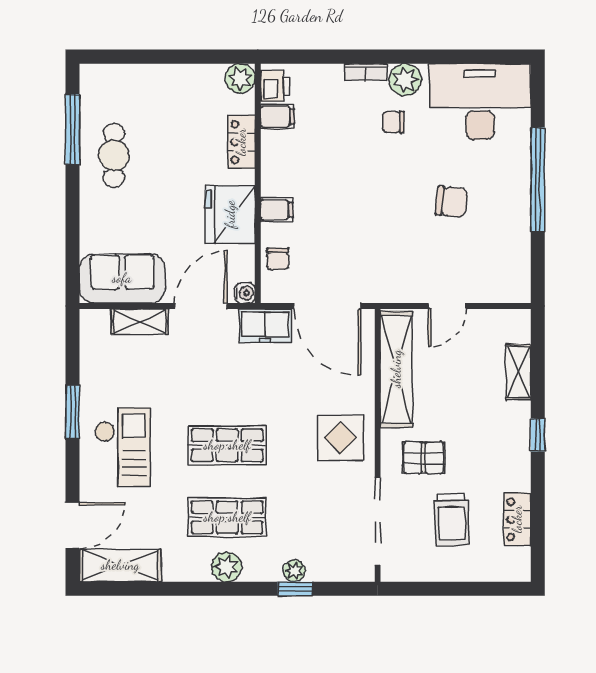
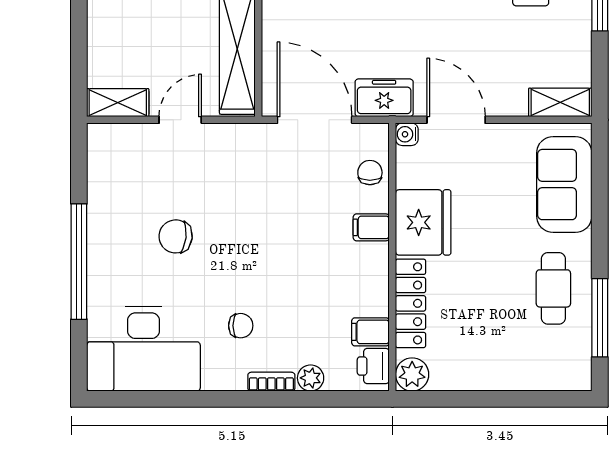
plant: (405, 80) -> (311, 378), moved, width x0.73, depth x0.73
locker: (241, 142) -> (411, 303), width x1.53
sofa: (122, 278) -> (564, 185), moved, turned 90
door: (201, 306) -> (456, 120), swing flipped
shelving: (140, 321) -> (560, 102), moved
shelving: (518, 372) -> (118, 103), moved, turned 90

